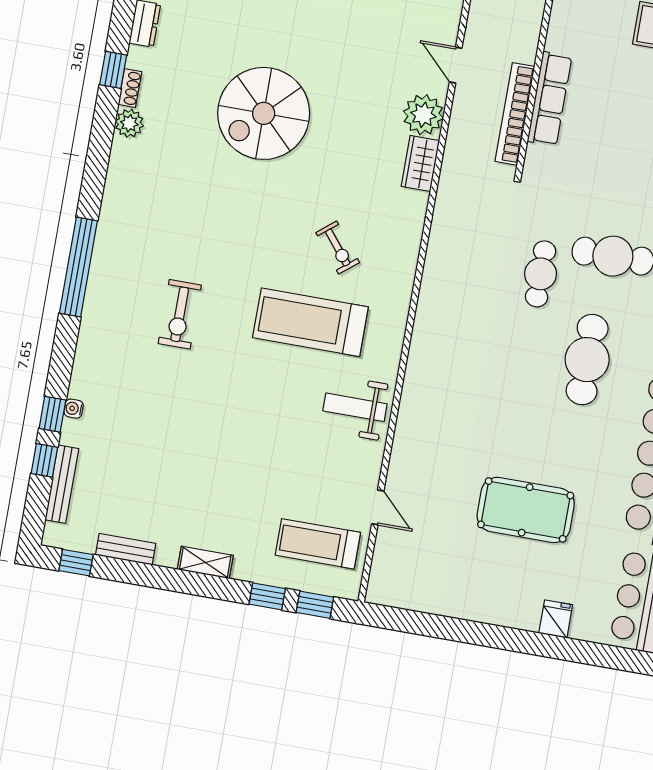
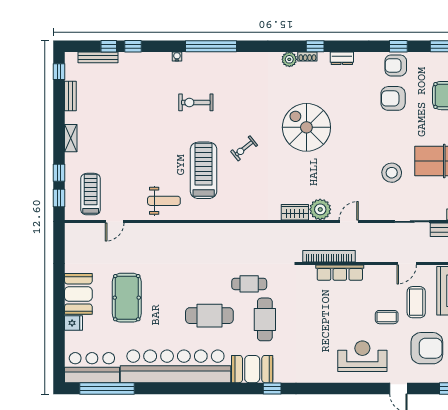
exercise bike: (338, 248) -> (244, 148), moved
weight bench: (355, 407) -> (164, 201), turned 90
water cooler: (74, 409) -> (177, 57), moved
booth: (503, 600) -> (78, 294), added

